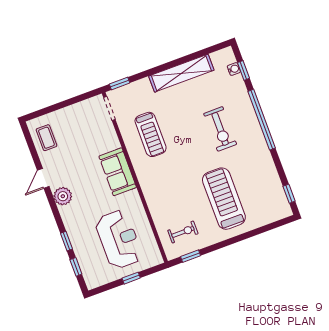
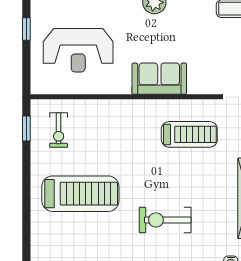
treadmill: (151, 134) -> (189, 134), turned 180
window: (131, 278) -> (26, 29), moved

